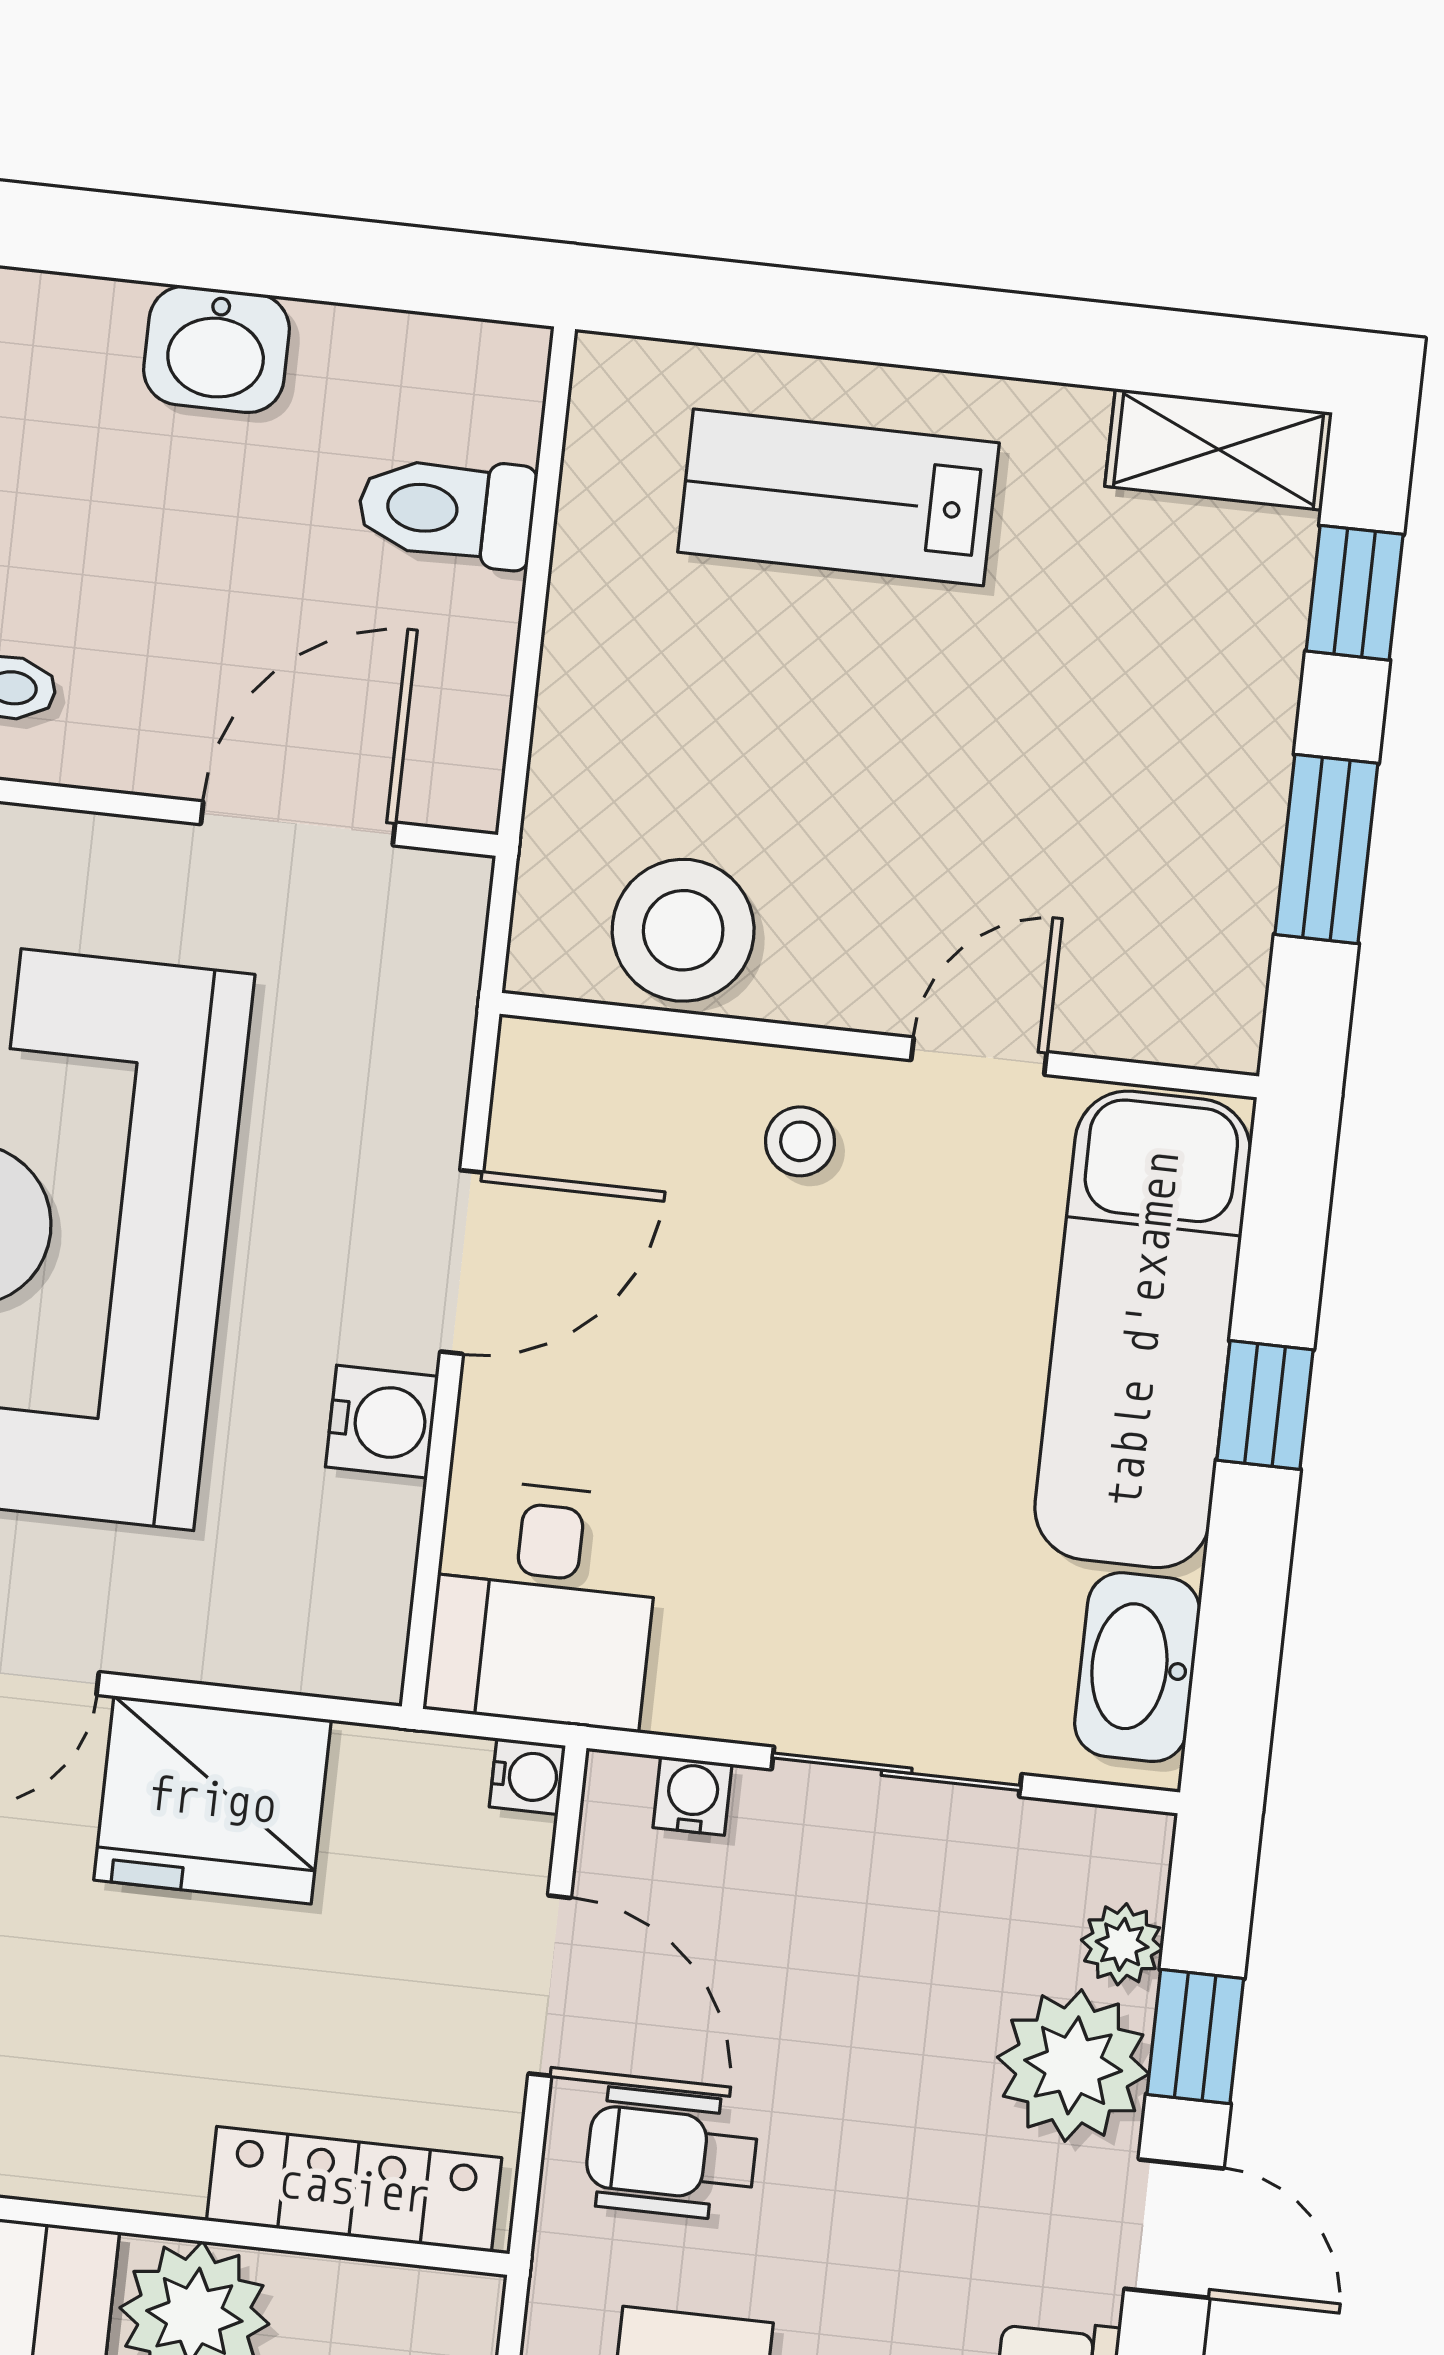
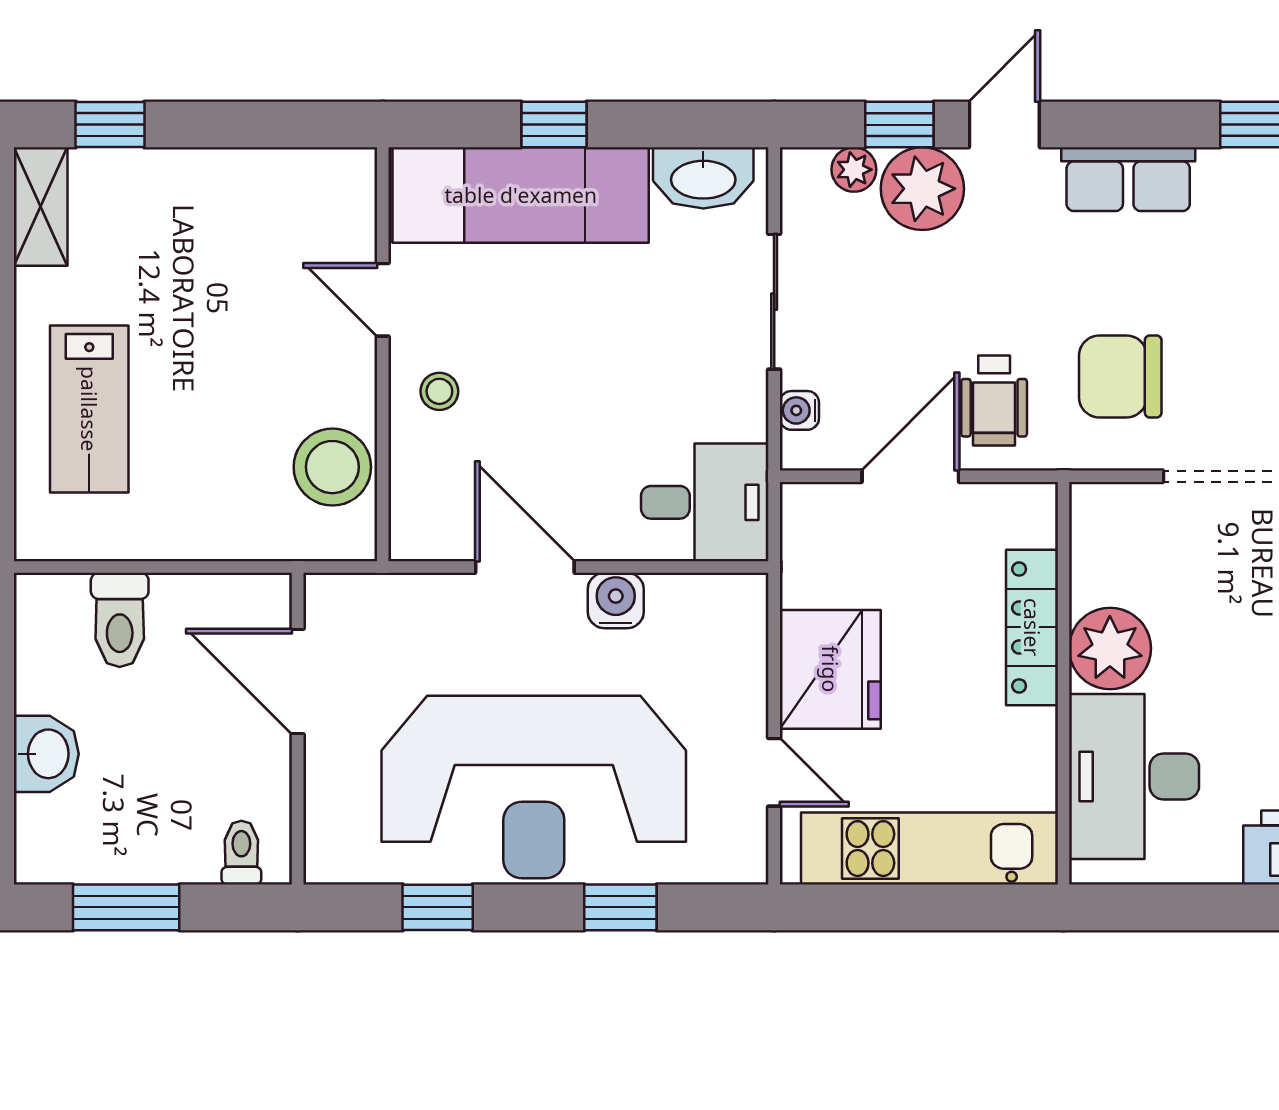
window: (1326, 849) -> (250, 125), removed
water cooler: (527, 1776) -> (799, 501), removed
locker: (354, 2189) -> (1032, 627), moved

